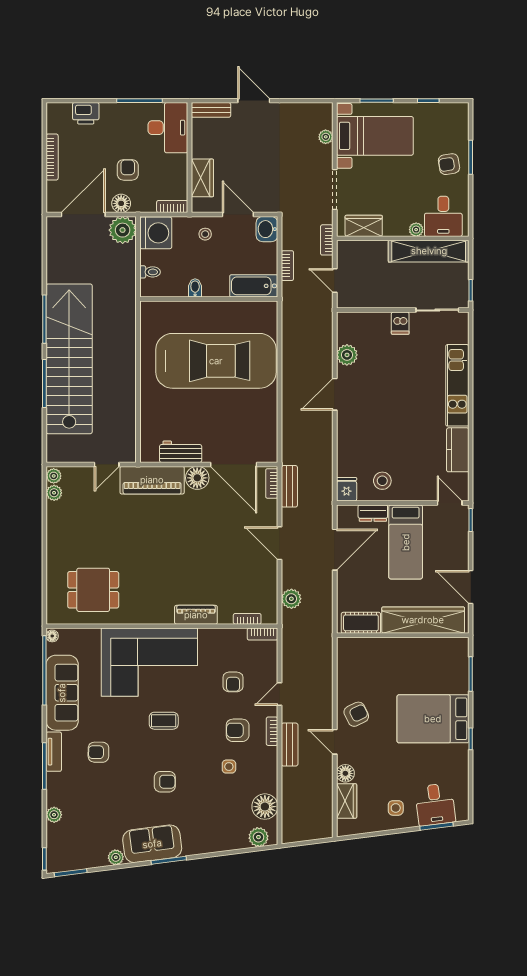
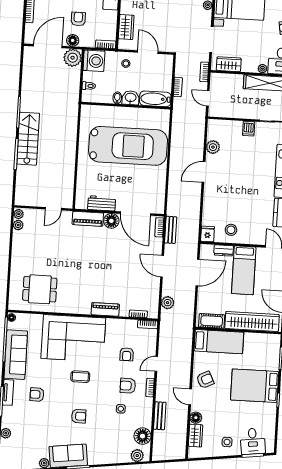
washbasin: (267, 229) -> (131, 98), moved, turned 90
stairs: (69, 359) -> (28, 139), width x0.54, depth x0.66
piano: (152, 480) -> (88, 219), width x0.73, depth x0.75
bed: (374, 654) -> (219, 342), added
bench: (290, 745) -> (160, 416), moved

